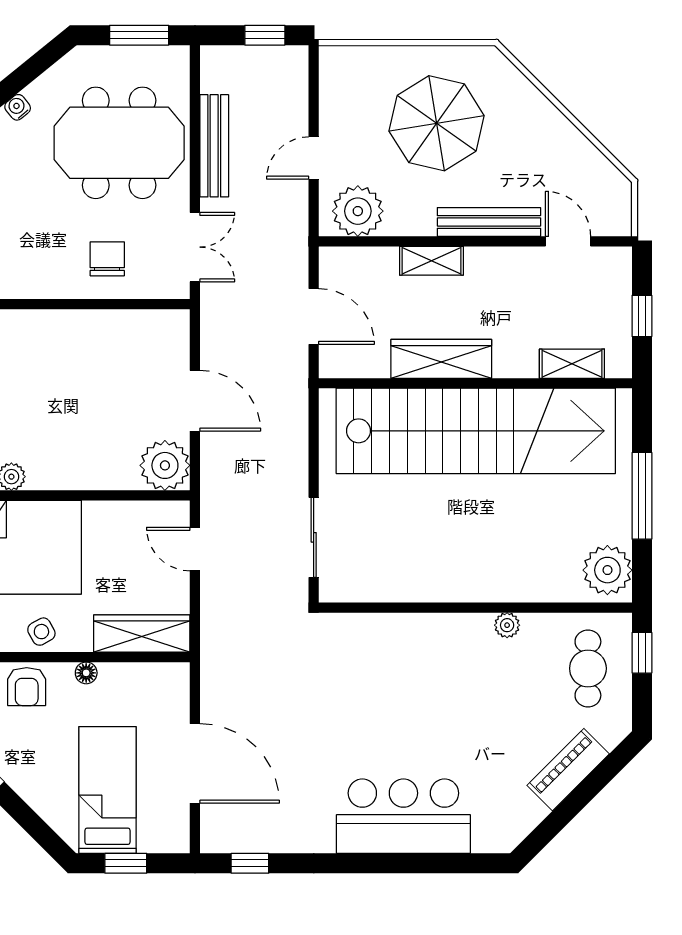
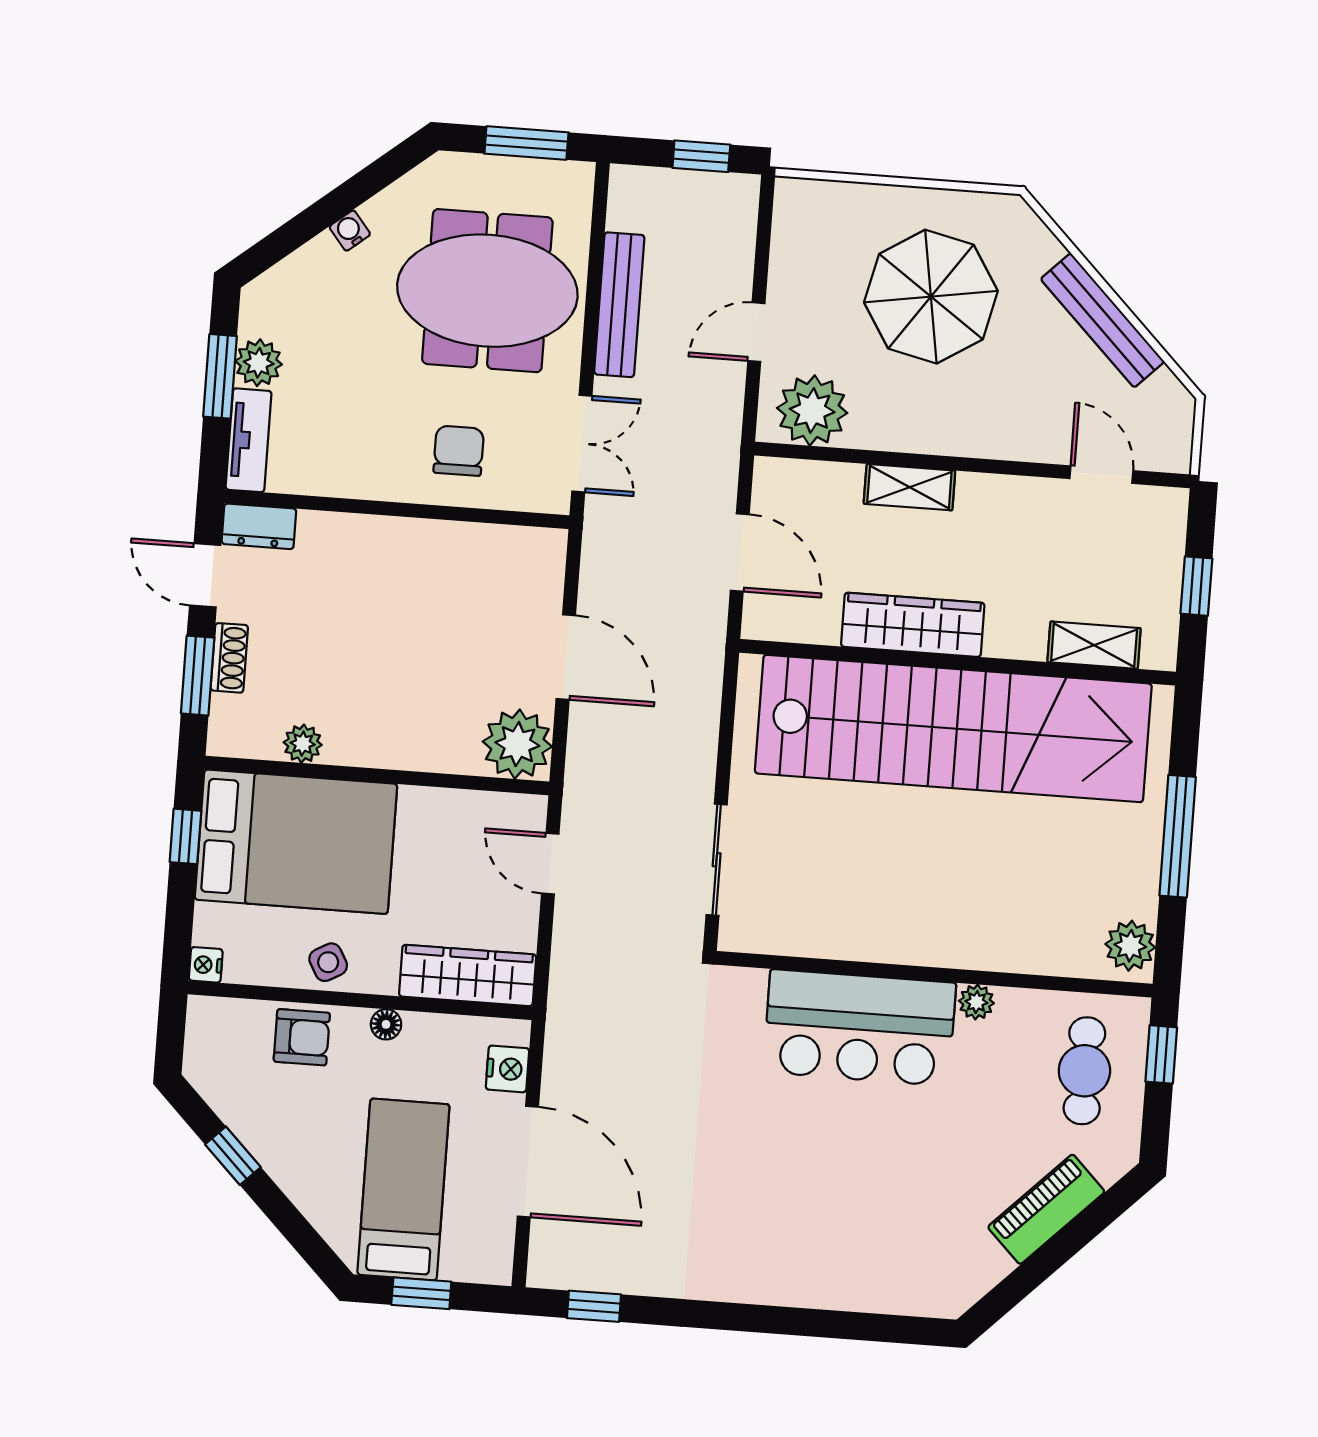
bench: (489, 222) -> (1102, 320), moved, turned 45
plant: (607, 570) -> (1130, 946), width x0.73, depth x0.73
armchair: (27, 687) -> (302, 1037), turned -90
nightstand: (175, 698) -> (507, 1069), added
bar counter: (403, 816) -> (860, 1028), moved, turned 180

